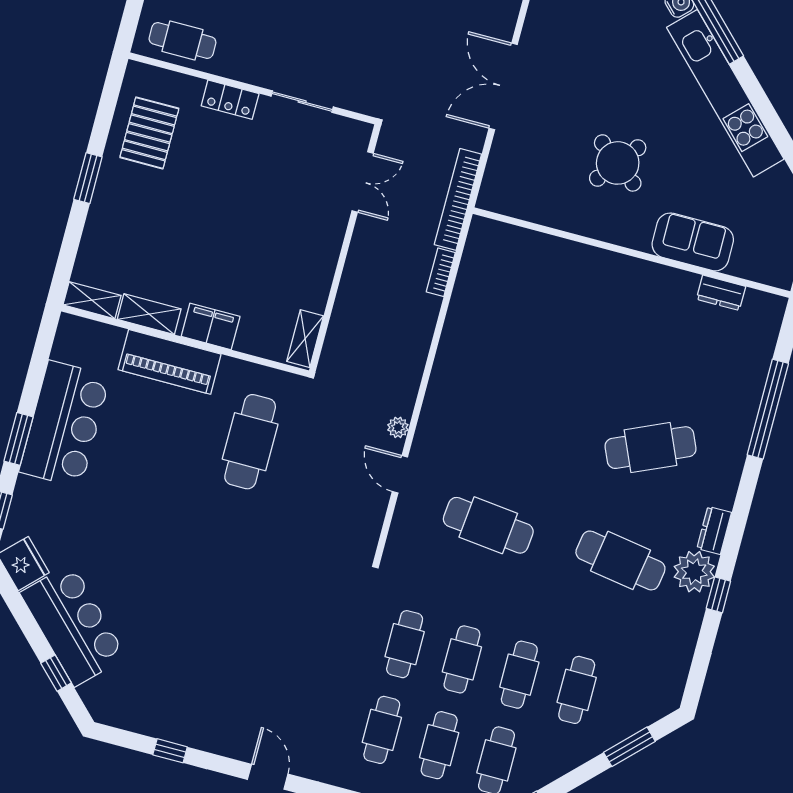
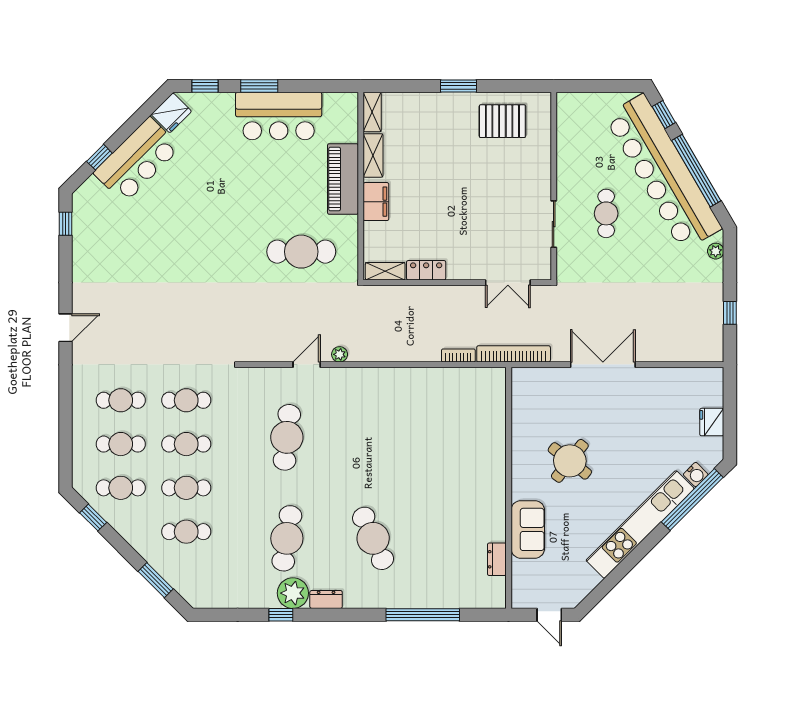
cafe table: (182, 40) -> (606, 213), moved
locker: (230, 100) -> (426, 270), moved, turned 90
window: (170, 751) -> (66, 224), moved

